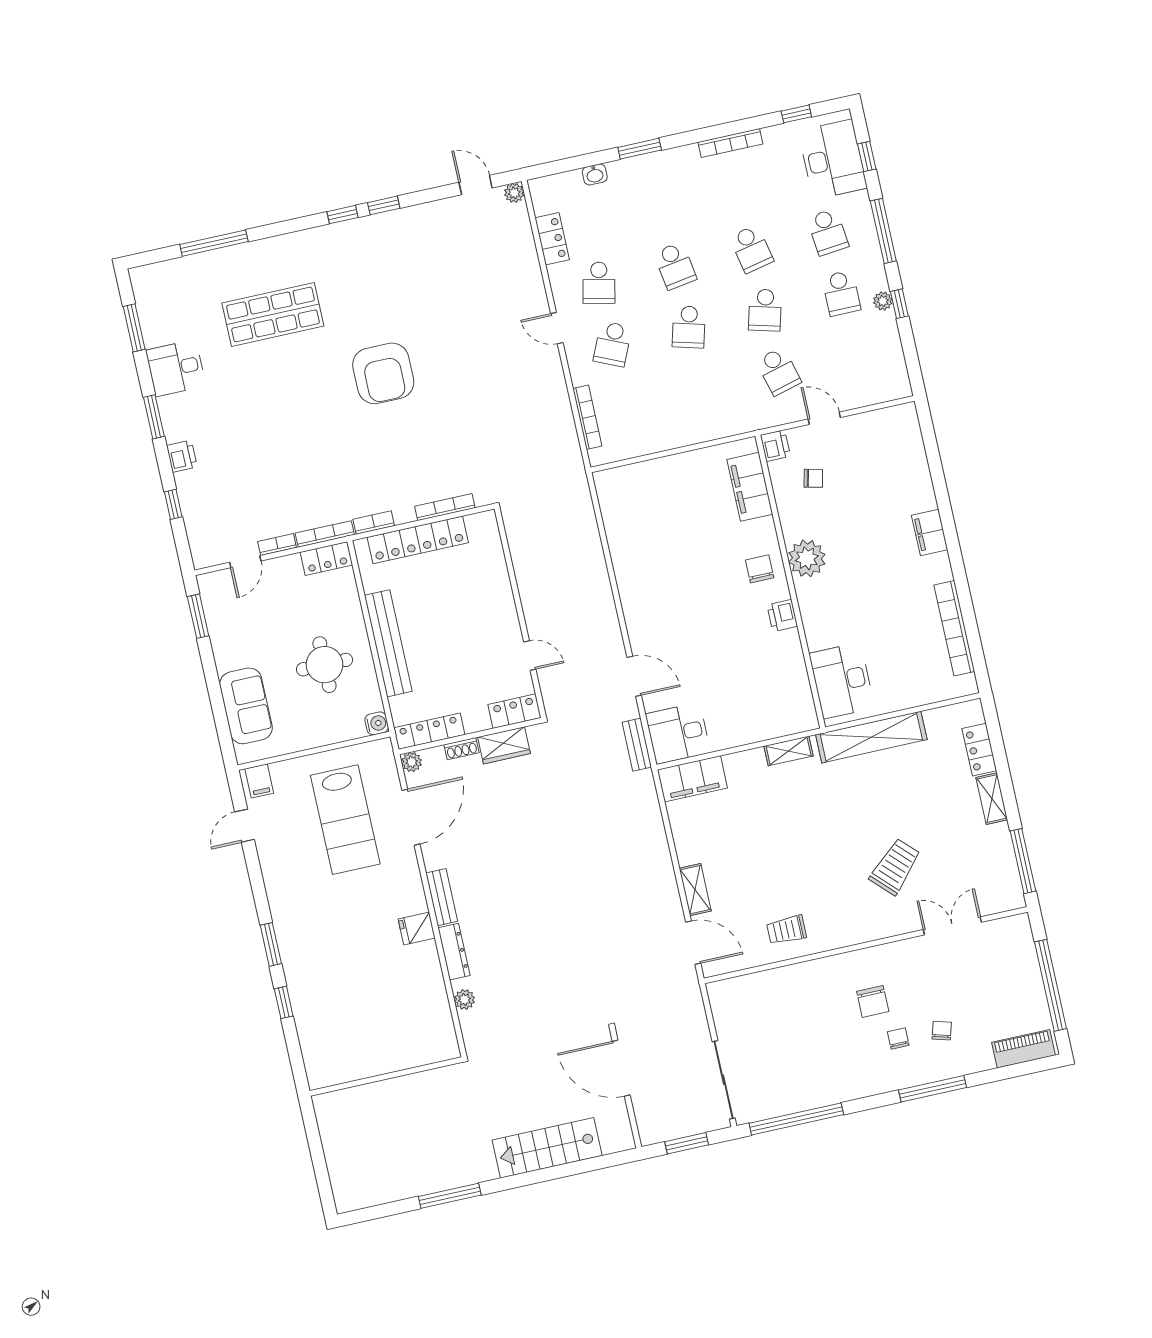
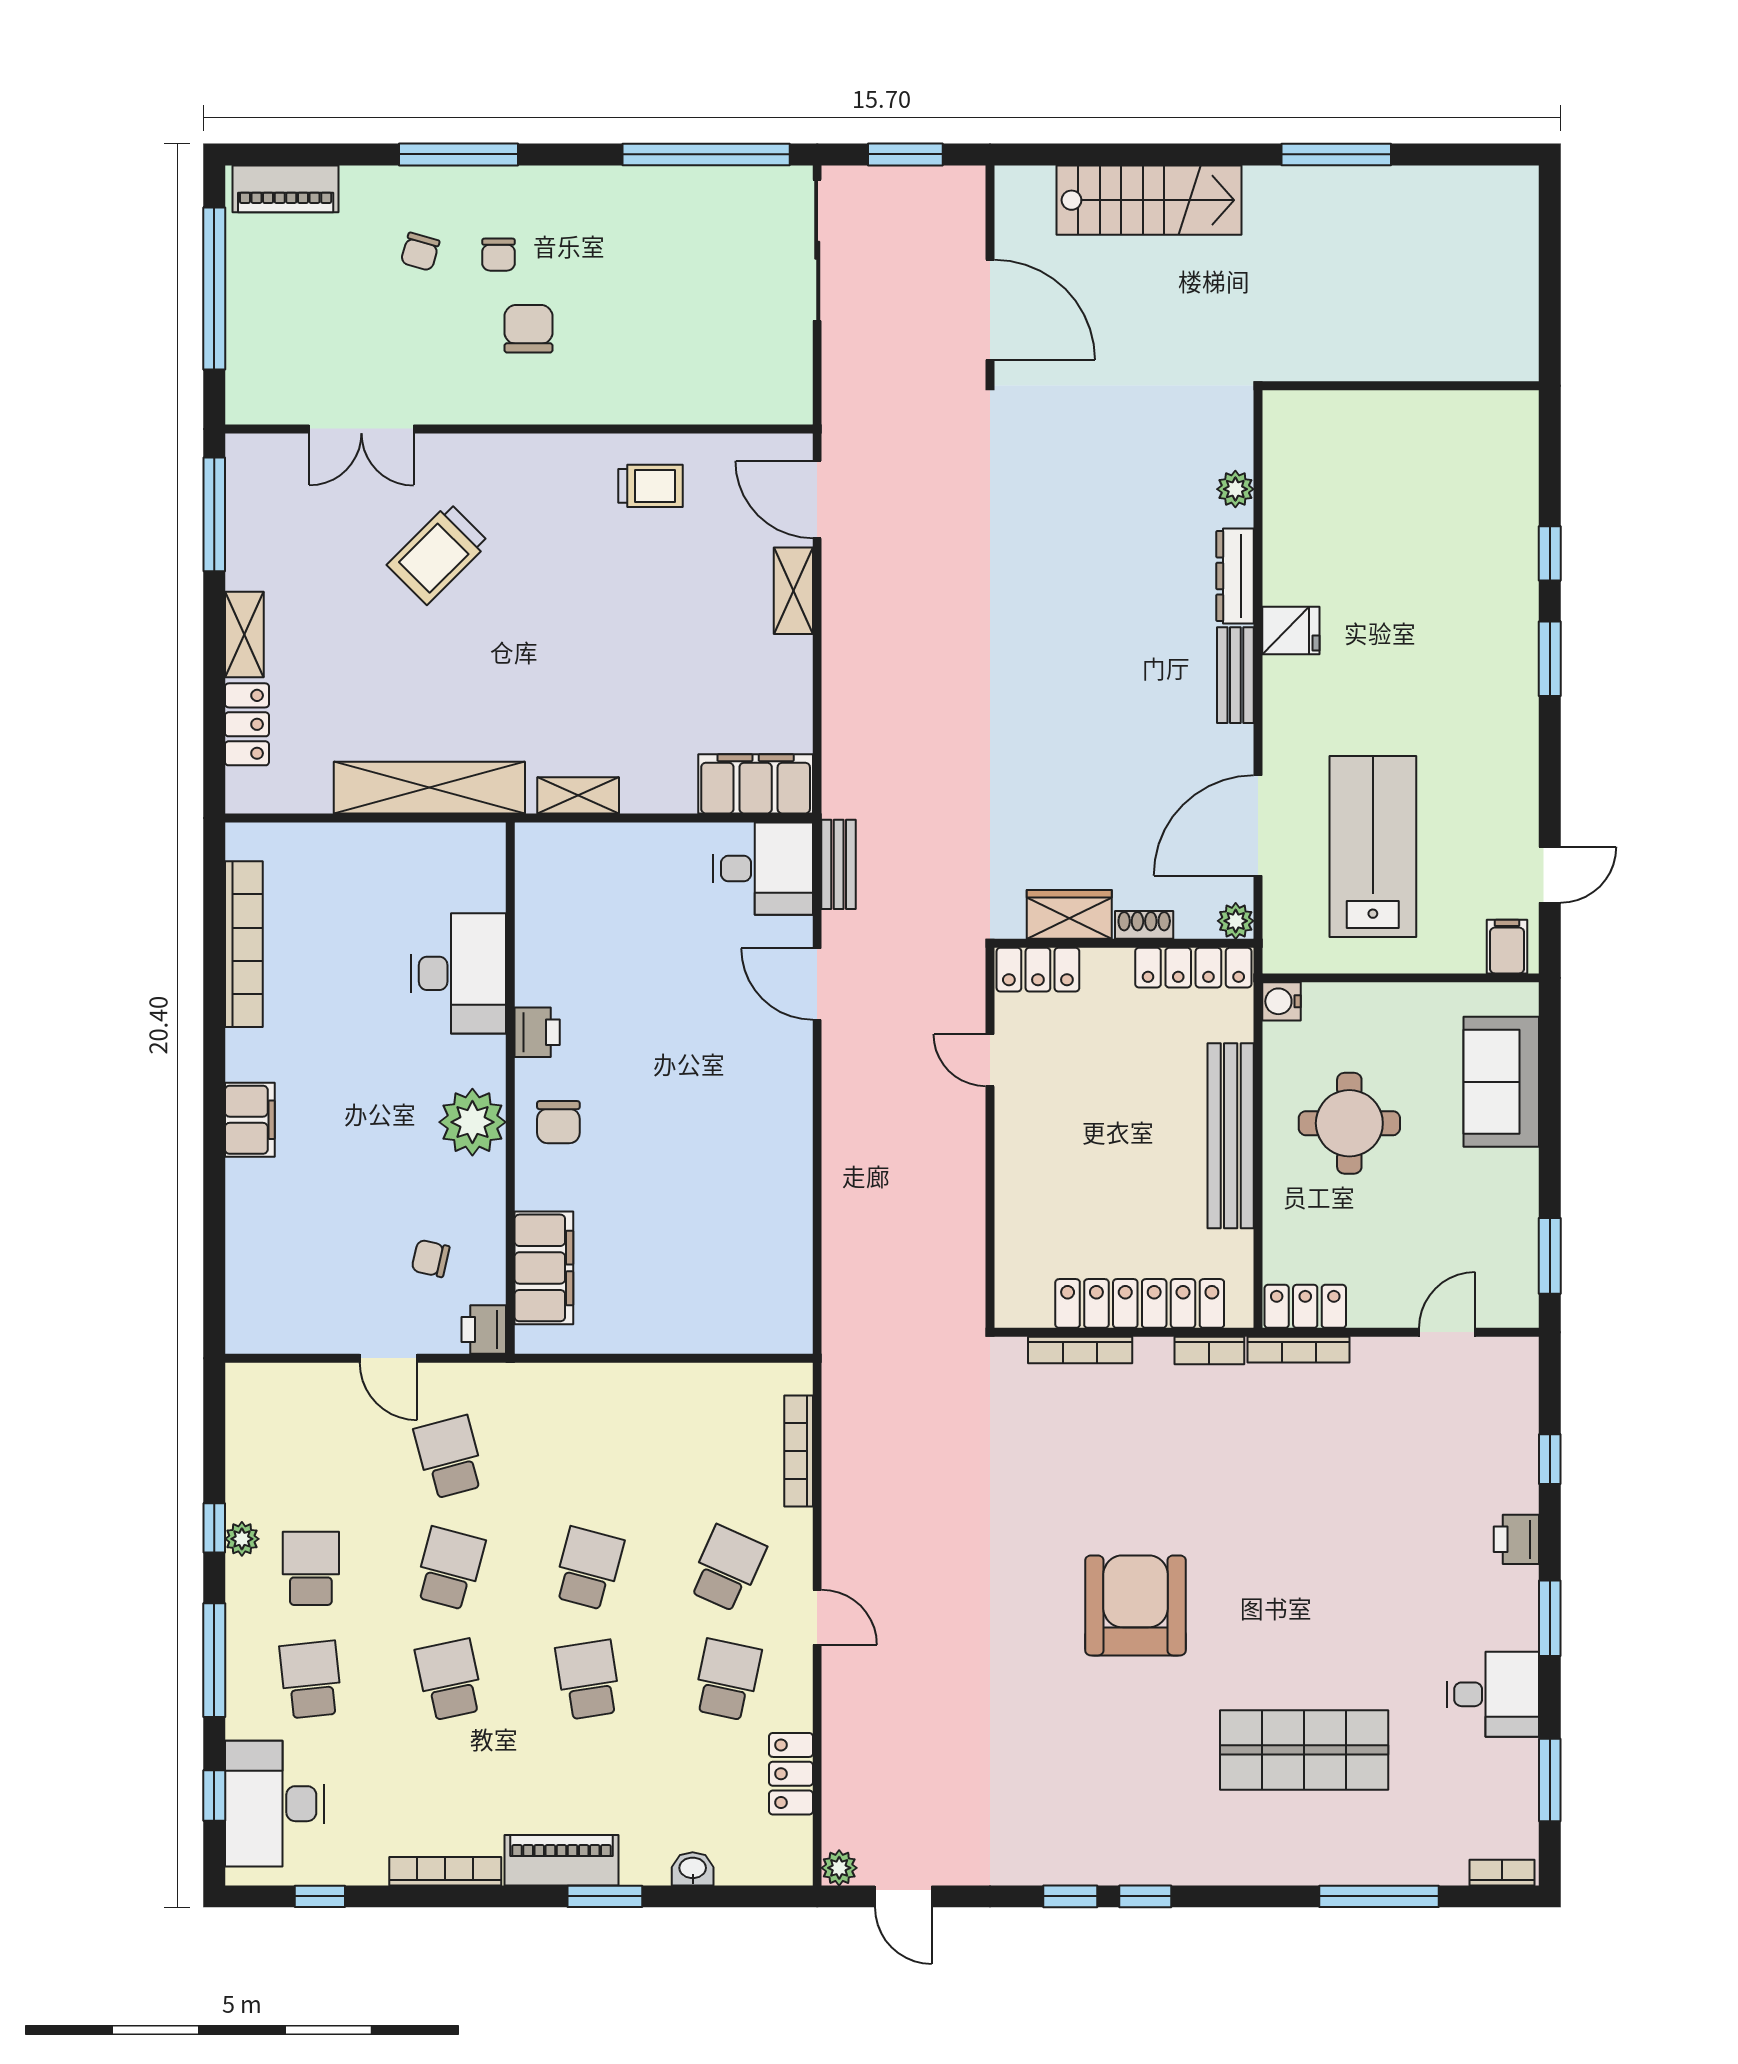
piano: (668, 163) -> (561, 1860), added
bookcase: (277, 545) -> (1502, 1873), moved, turned 180
desk: (842, 681) -> (459, 973), moved

